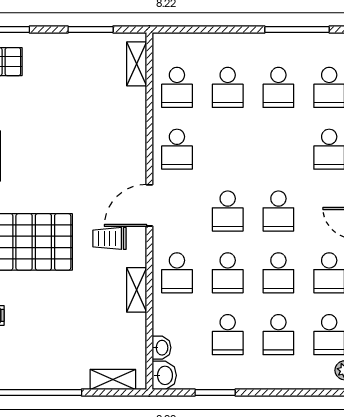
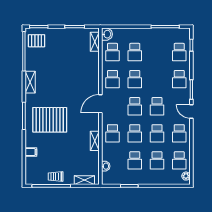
school desk: (278, 87) -> (135, 79), moved
trolley: (109, 238) -> (56, 177), moved
washbasin: (164, 375) -> (107, 34), moved

